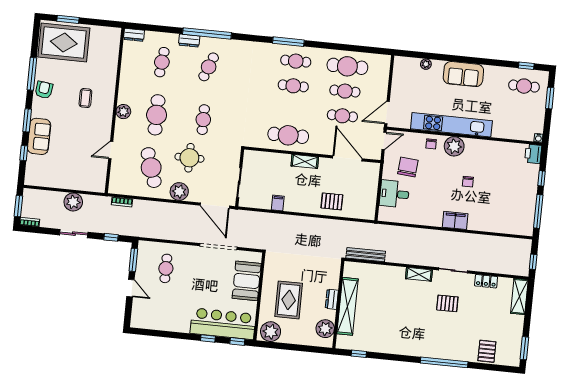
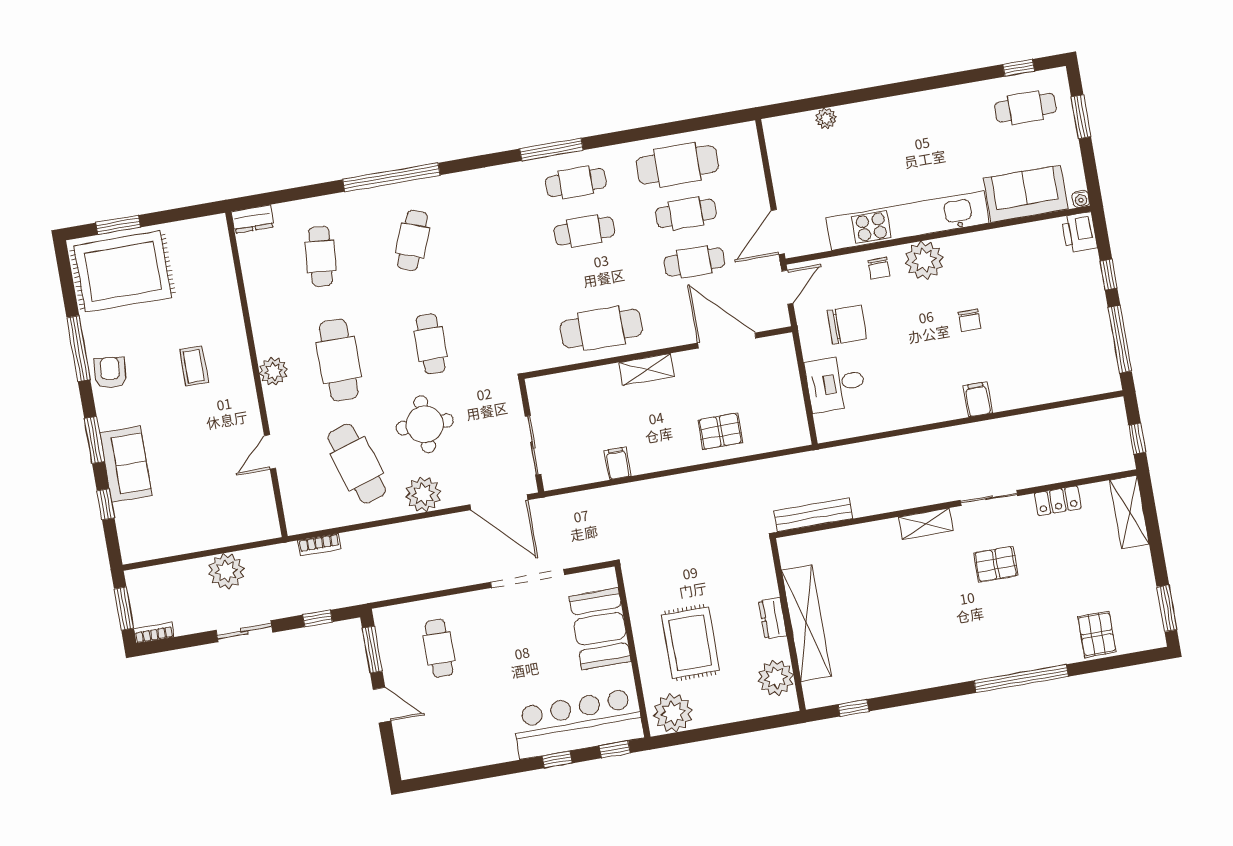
dresser: (189, 41) -> (361, 200), removed
sofa: (463, 74) -> (1026, 194), moved, turned 180
chair: (408, 167) -> (847, 325), turned 85
filing cabinet: (455, 220) -> (978, 399), width x0.50

